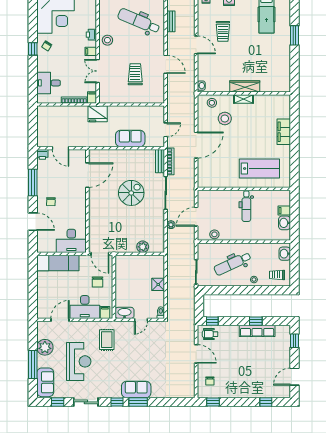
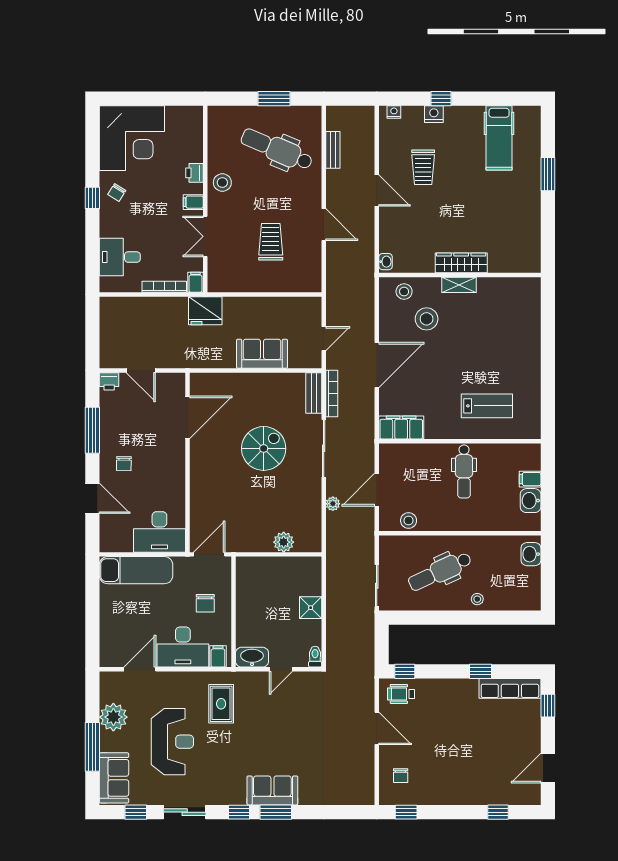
filing cabinet: (284, 132) -> (401, 428), moved, turned 90
lab bench: (259, 169) -> (487, 406), width x0.73, depth x0.72
door: (100, 254) -> (209, 554), swing flipped
trolley: (277, 275) -> (517, 591), removed
row of seats: (257, 331) -> (510, 688), moved

